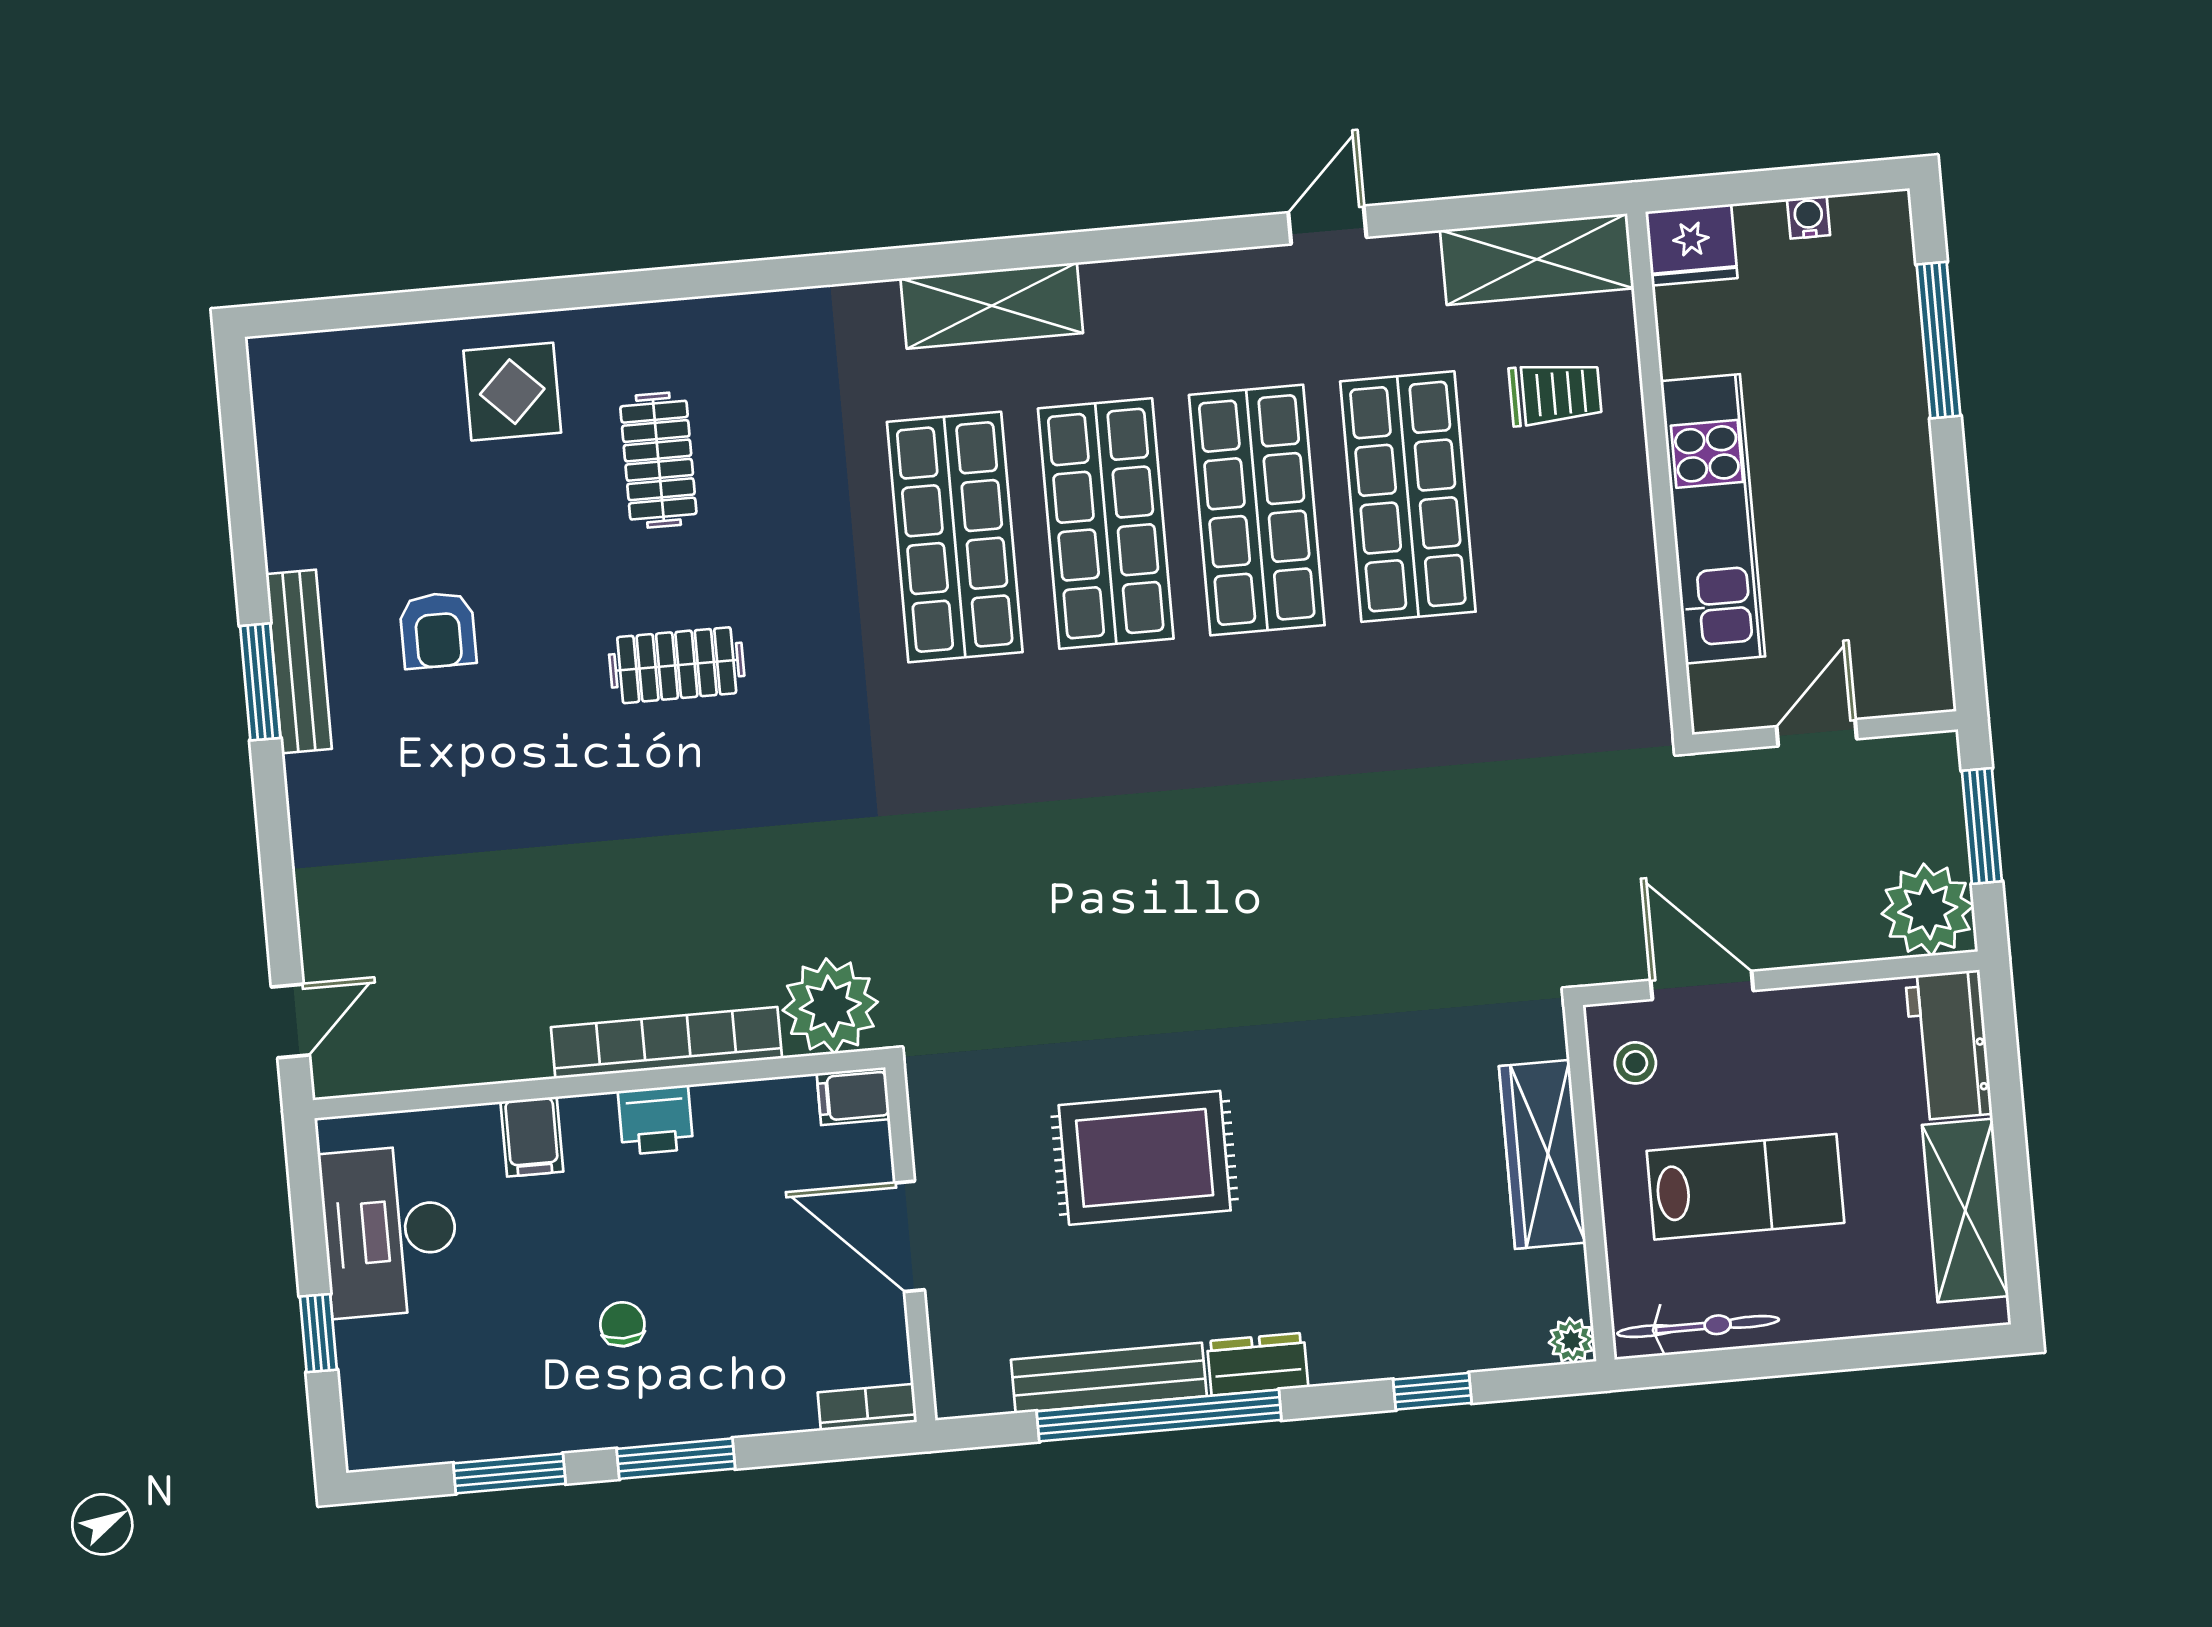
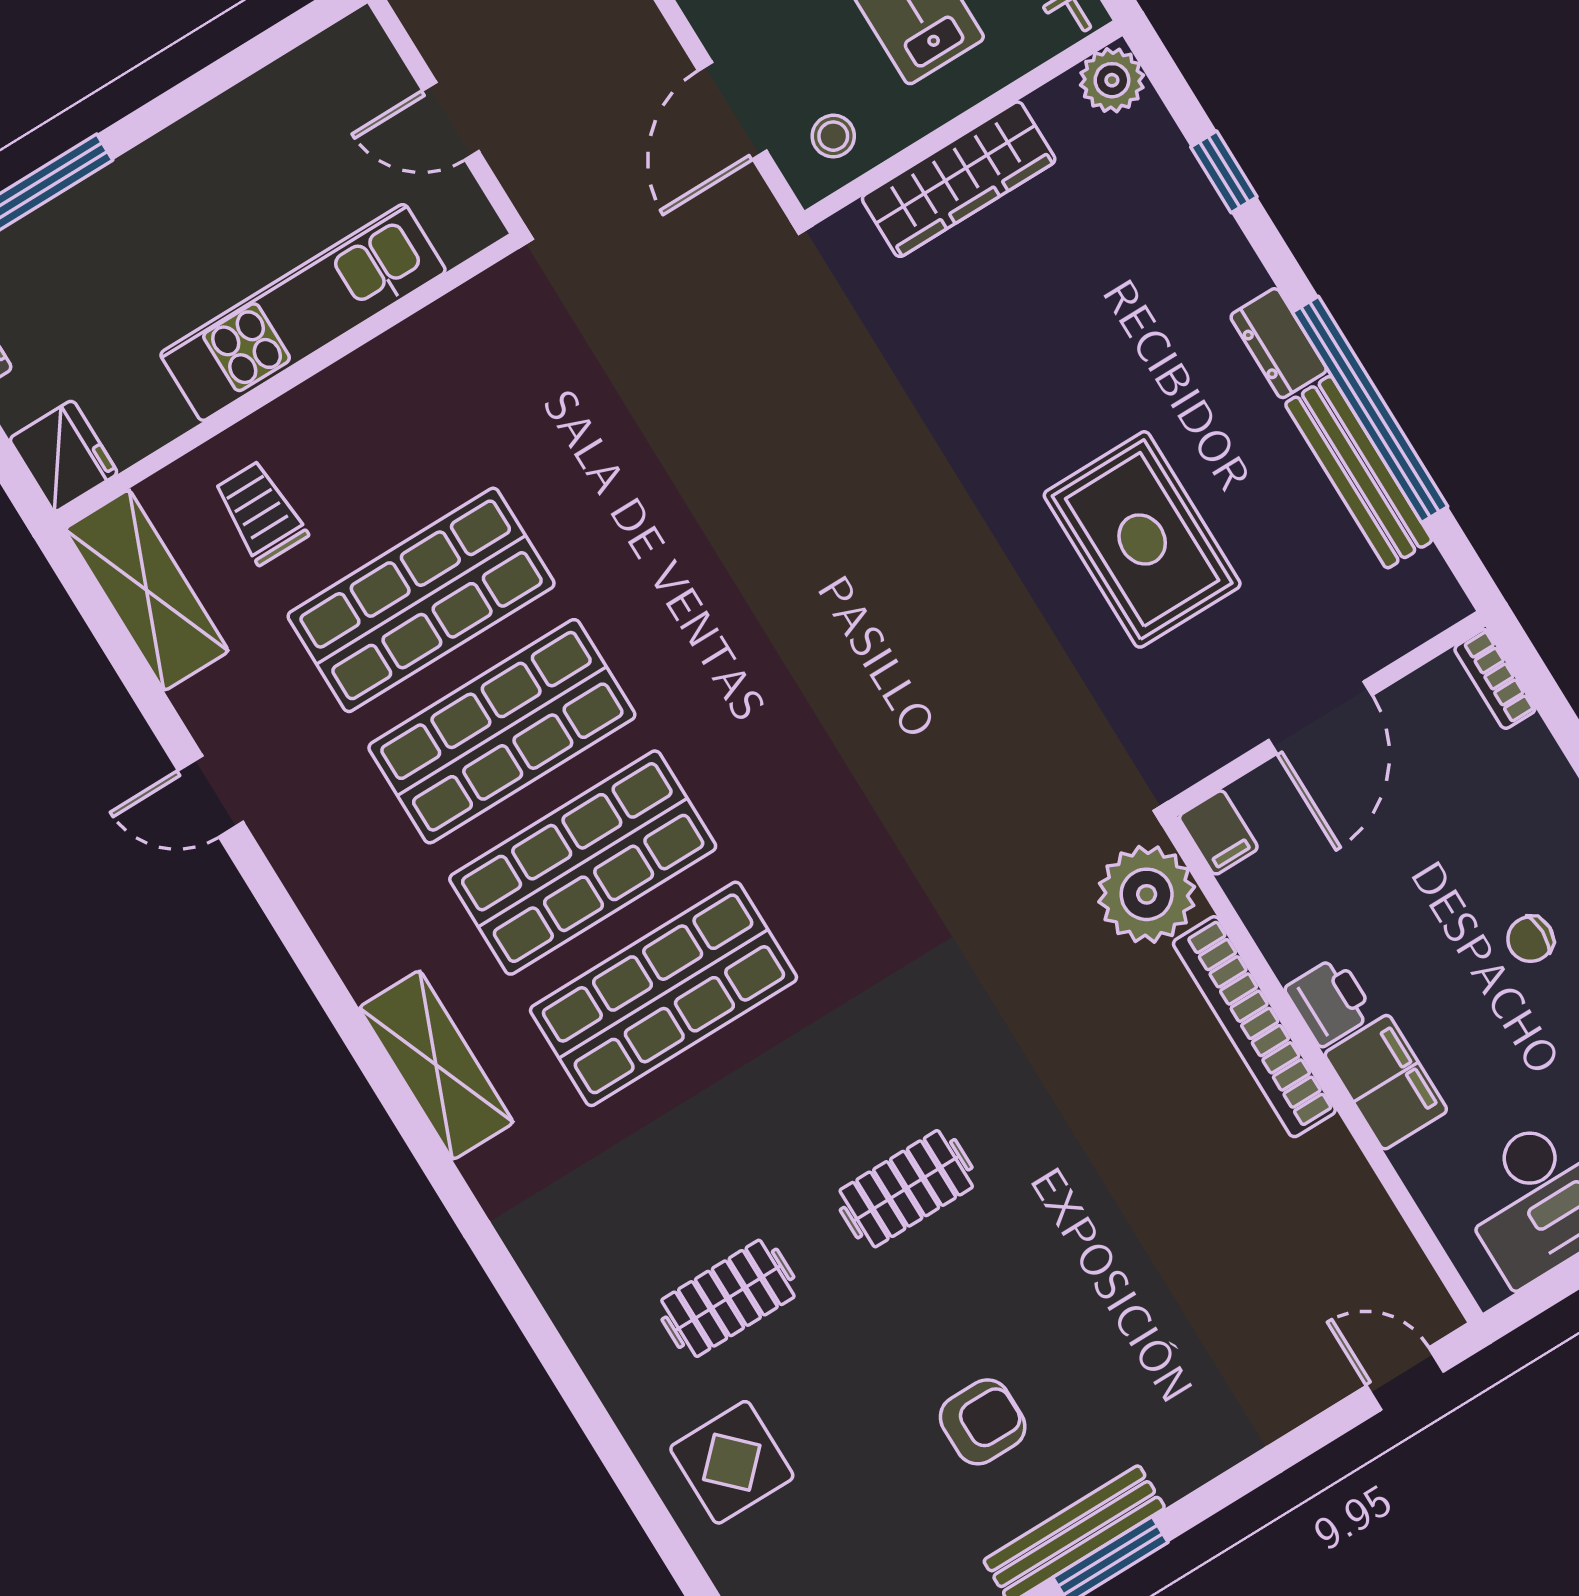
clothes rail: (677, 665) -> (906, 1189), turned 90
filing cabinet: (532, 1137) -> (1386, 1082), width x2.00
plant: (1572, 1341) -> (1112, 80), width x1.38, depth x1.38

